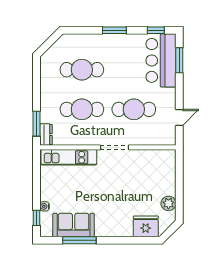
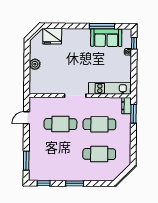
bar counter: (161, 60) -> (40, 161), removed
plant: (168, 203) -> (35, 64), moved

